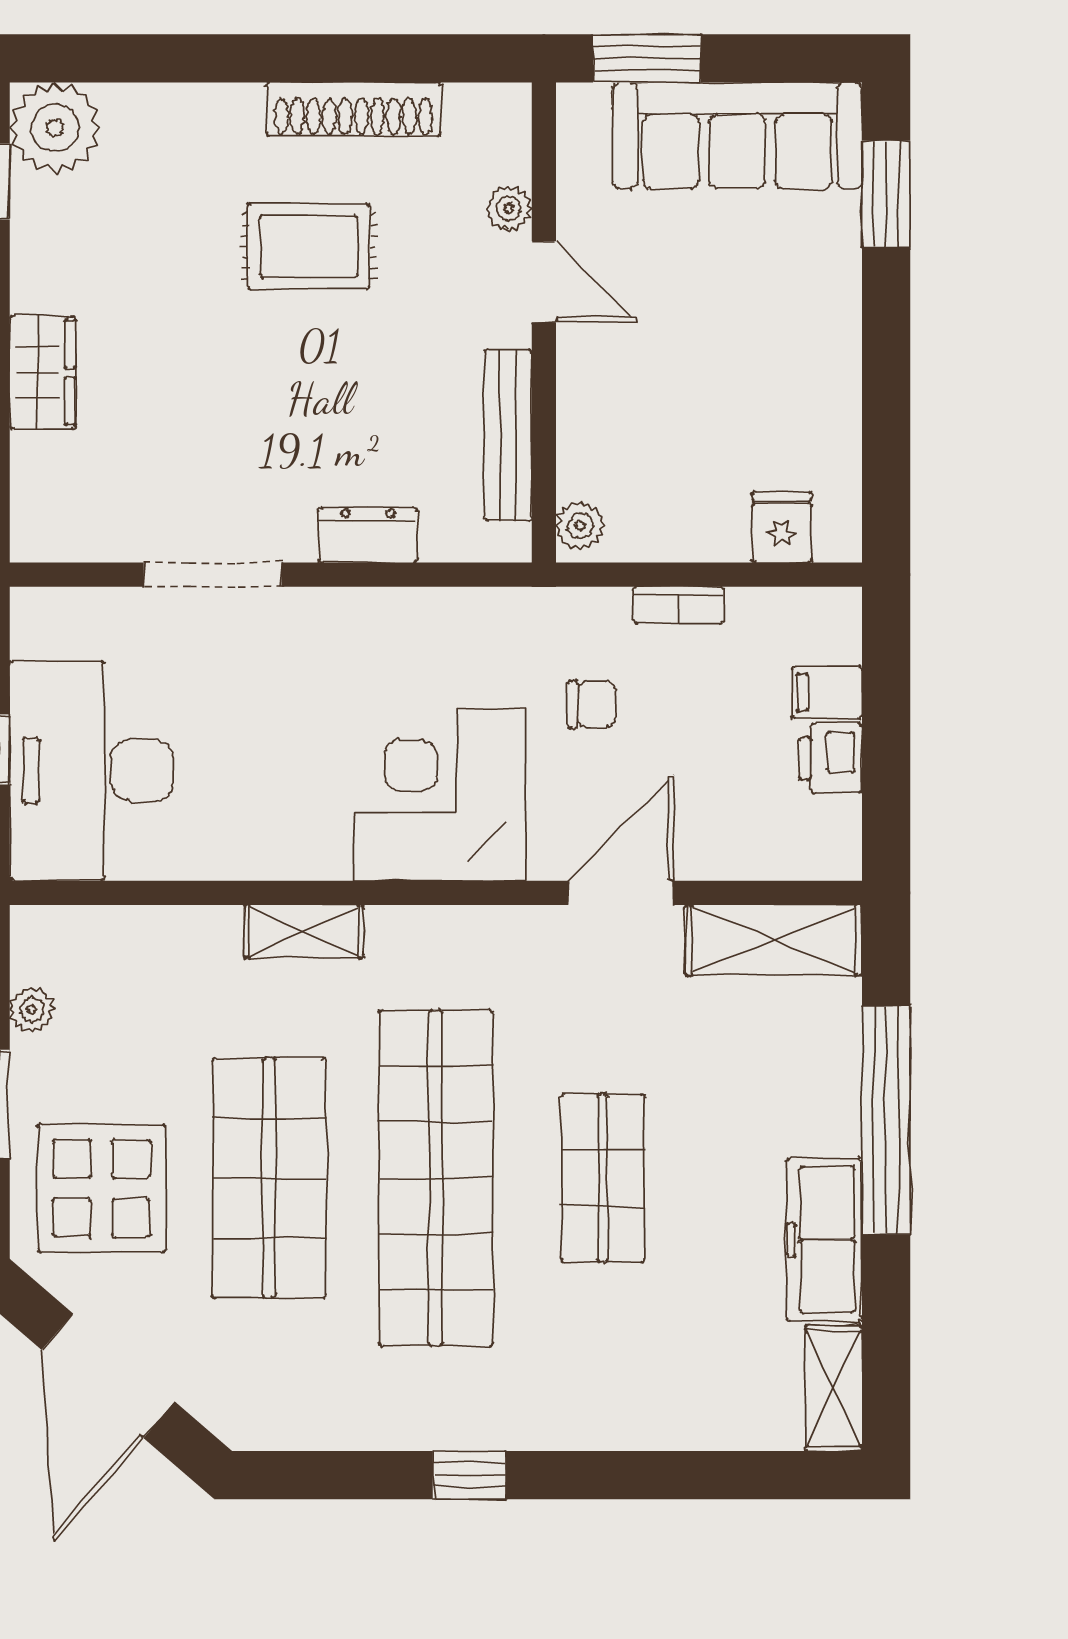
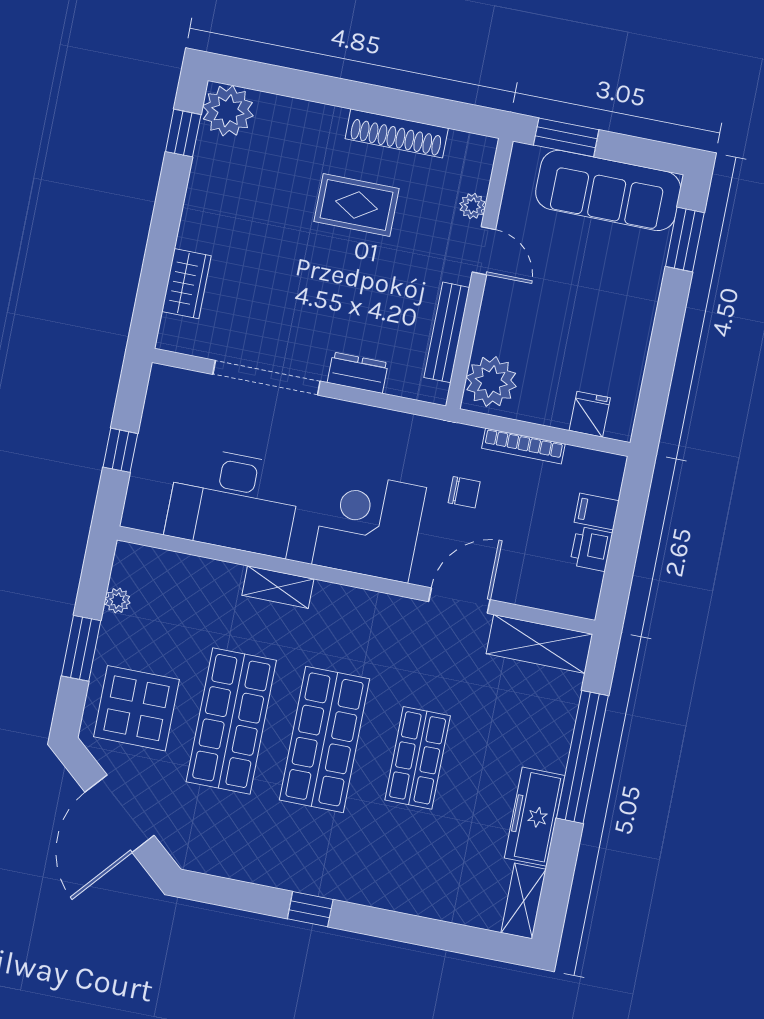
wardrobe: (43, 372) -> (186, 284), moved
plant: (580, 526) -> (491, 382), width x1.88, depth x1.88
doorway: (213, 575) -> (266, 378), width x1.36
bookcase: (678, 605) -> (523, 446), width x1.56
desk: (91, 770) -> (233, 501), moved, turned -90
shop shelf: (436, 1178) -> (324, 739), width x0.71

